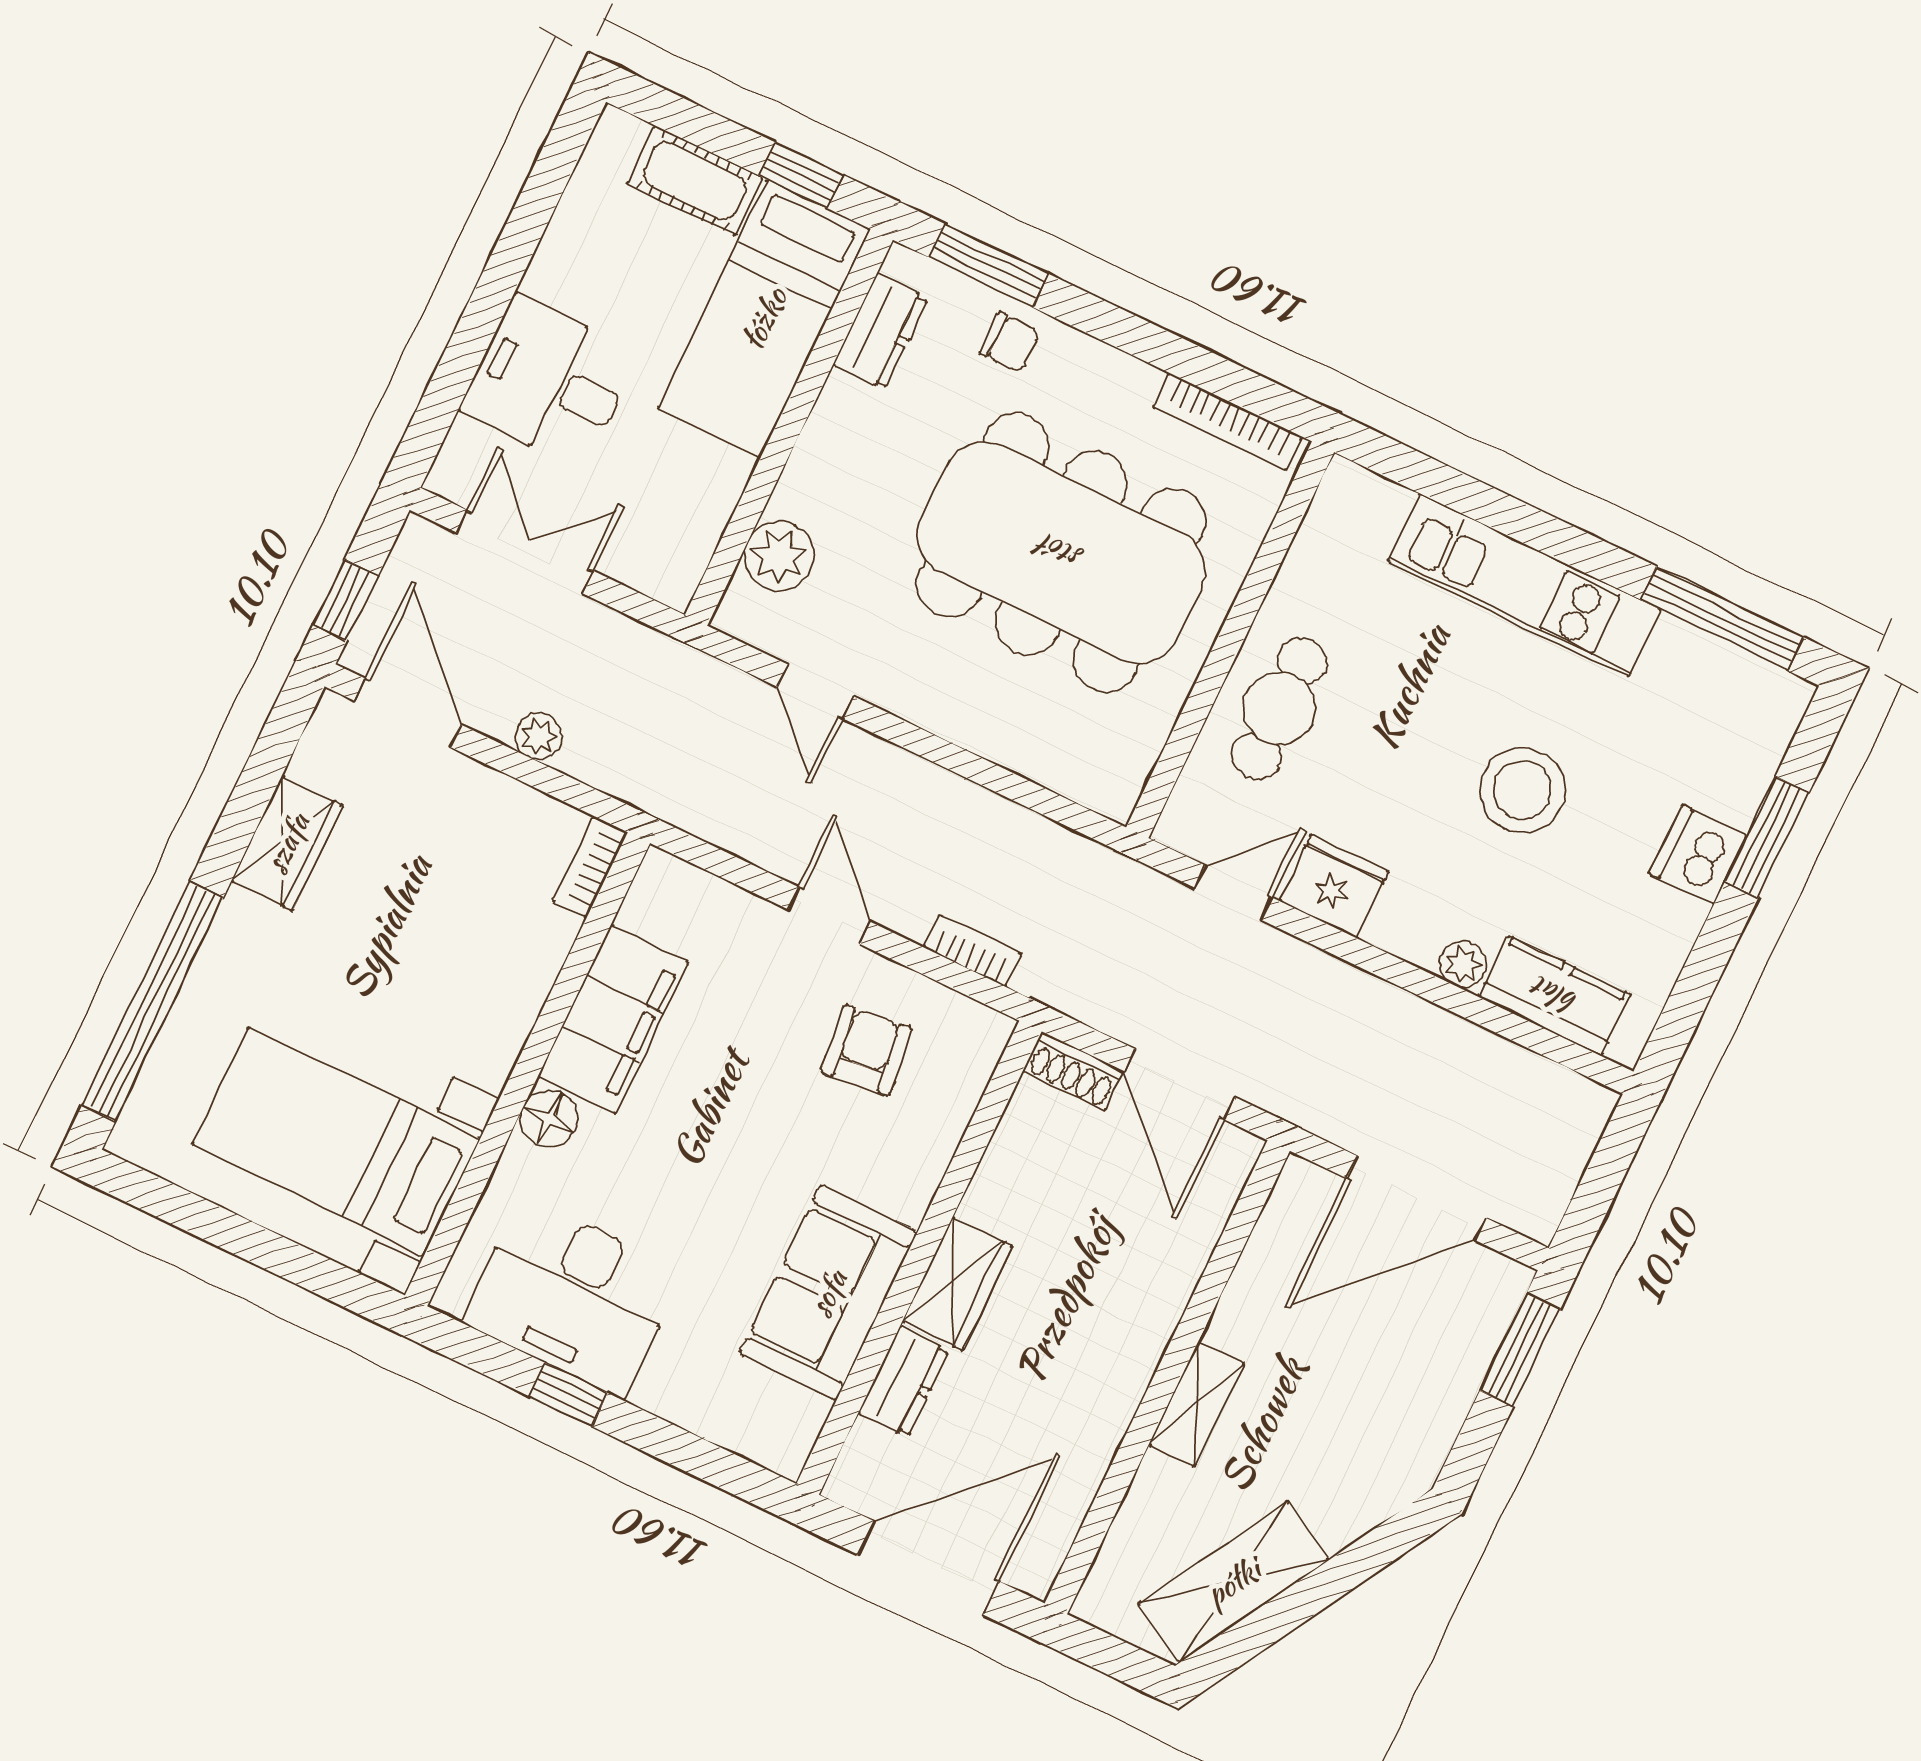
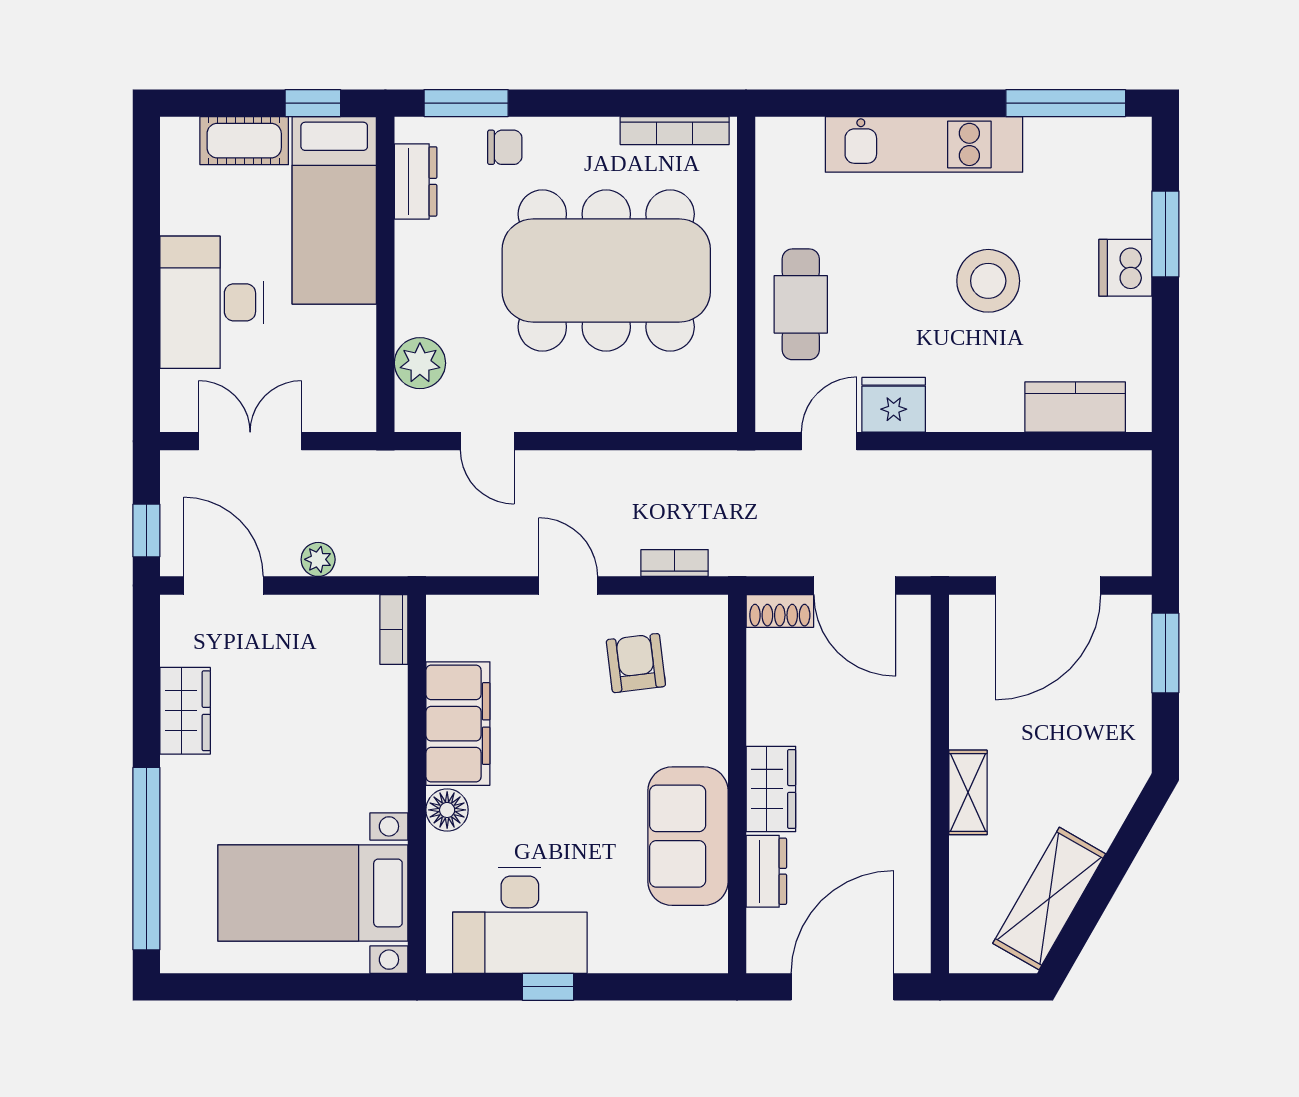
desk: (550, 381) -> (212, 302), width x1.37
plant: (1463, 964) -> (1004, 415), removed

